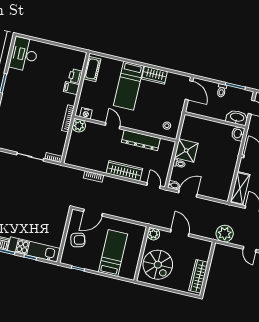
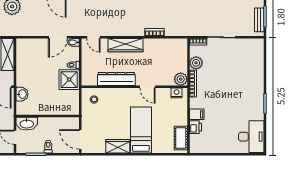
washbasin: (238, 134) -> (22, 94), moved
plant: (60, 138) -> (196, 63), added

